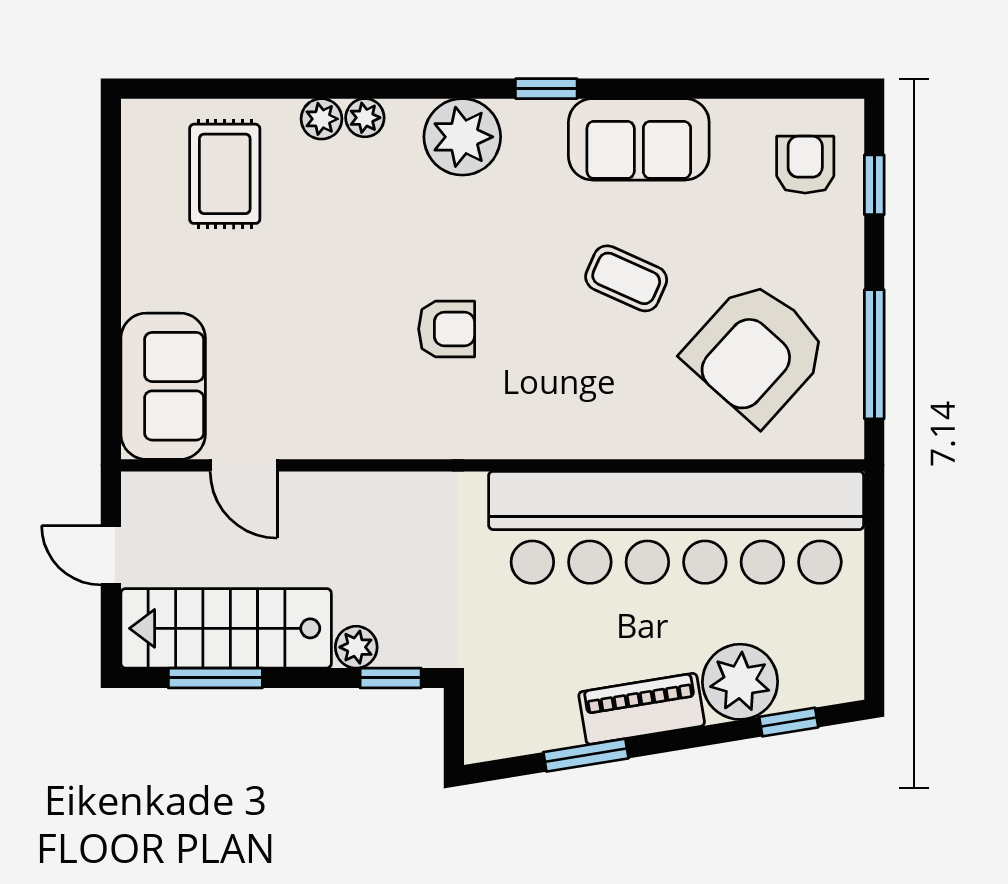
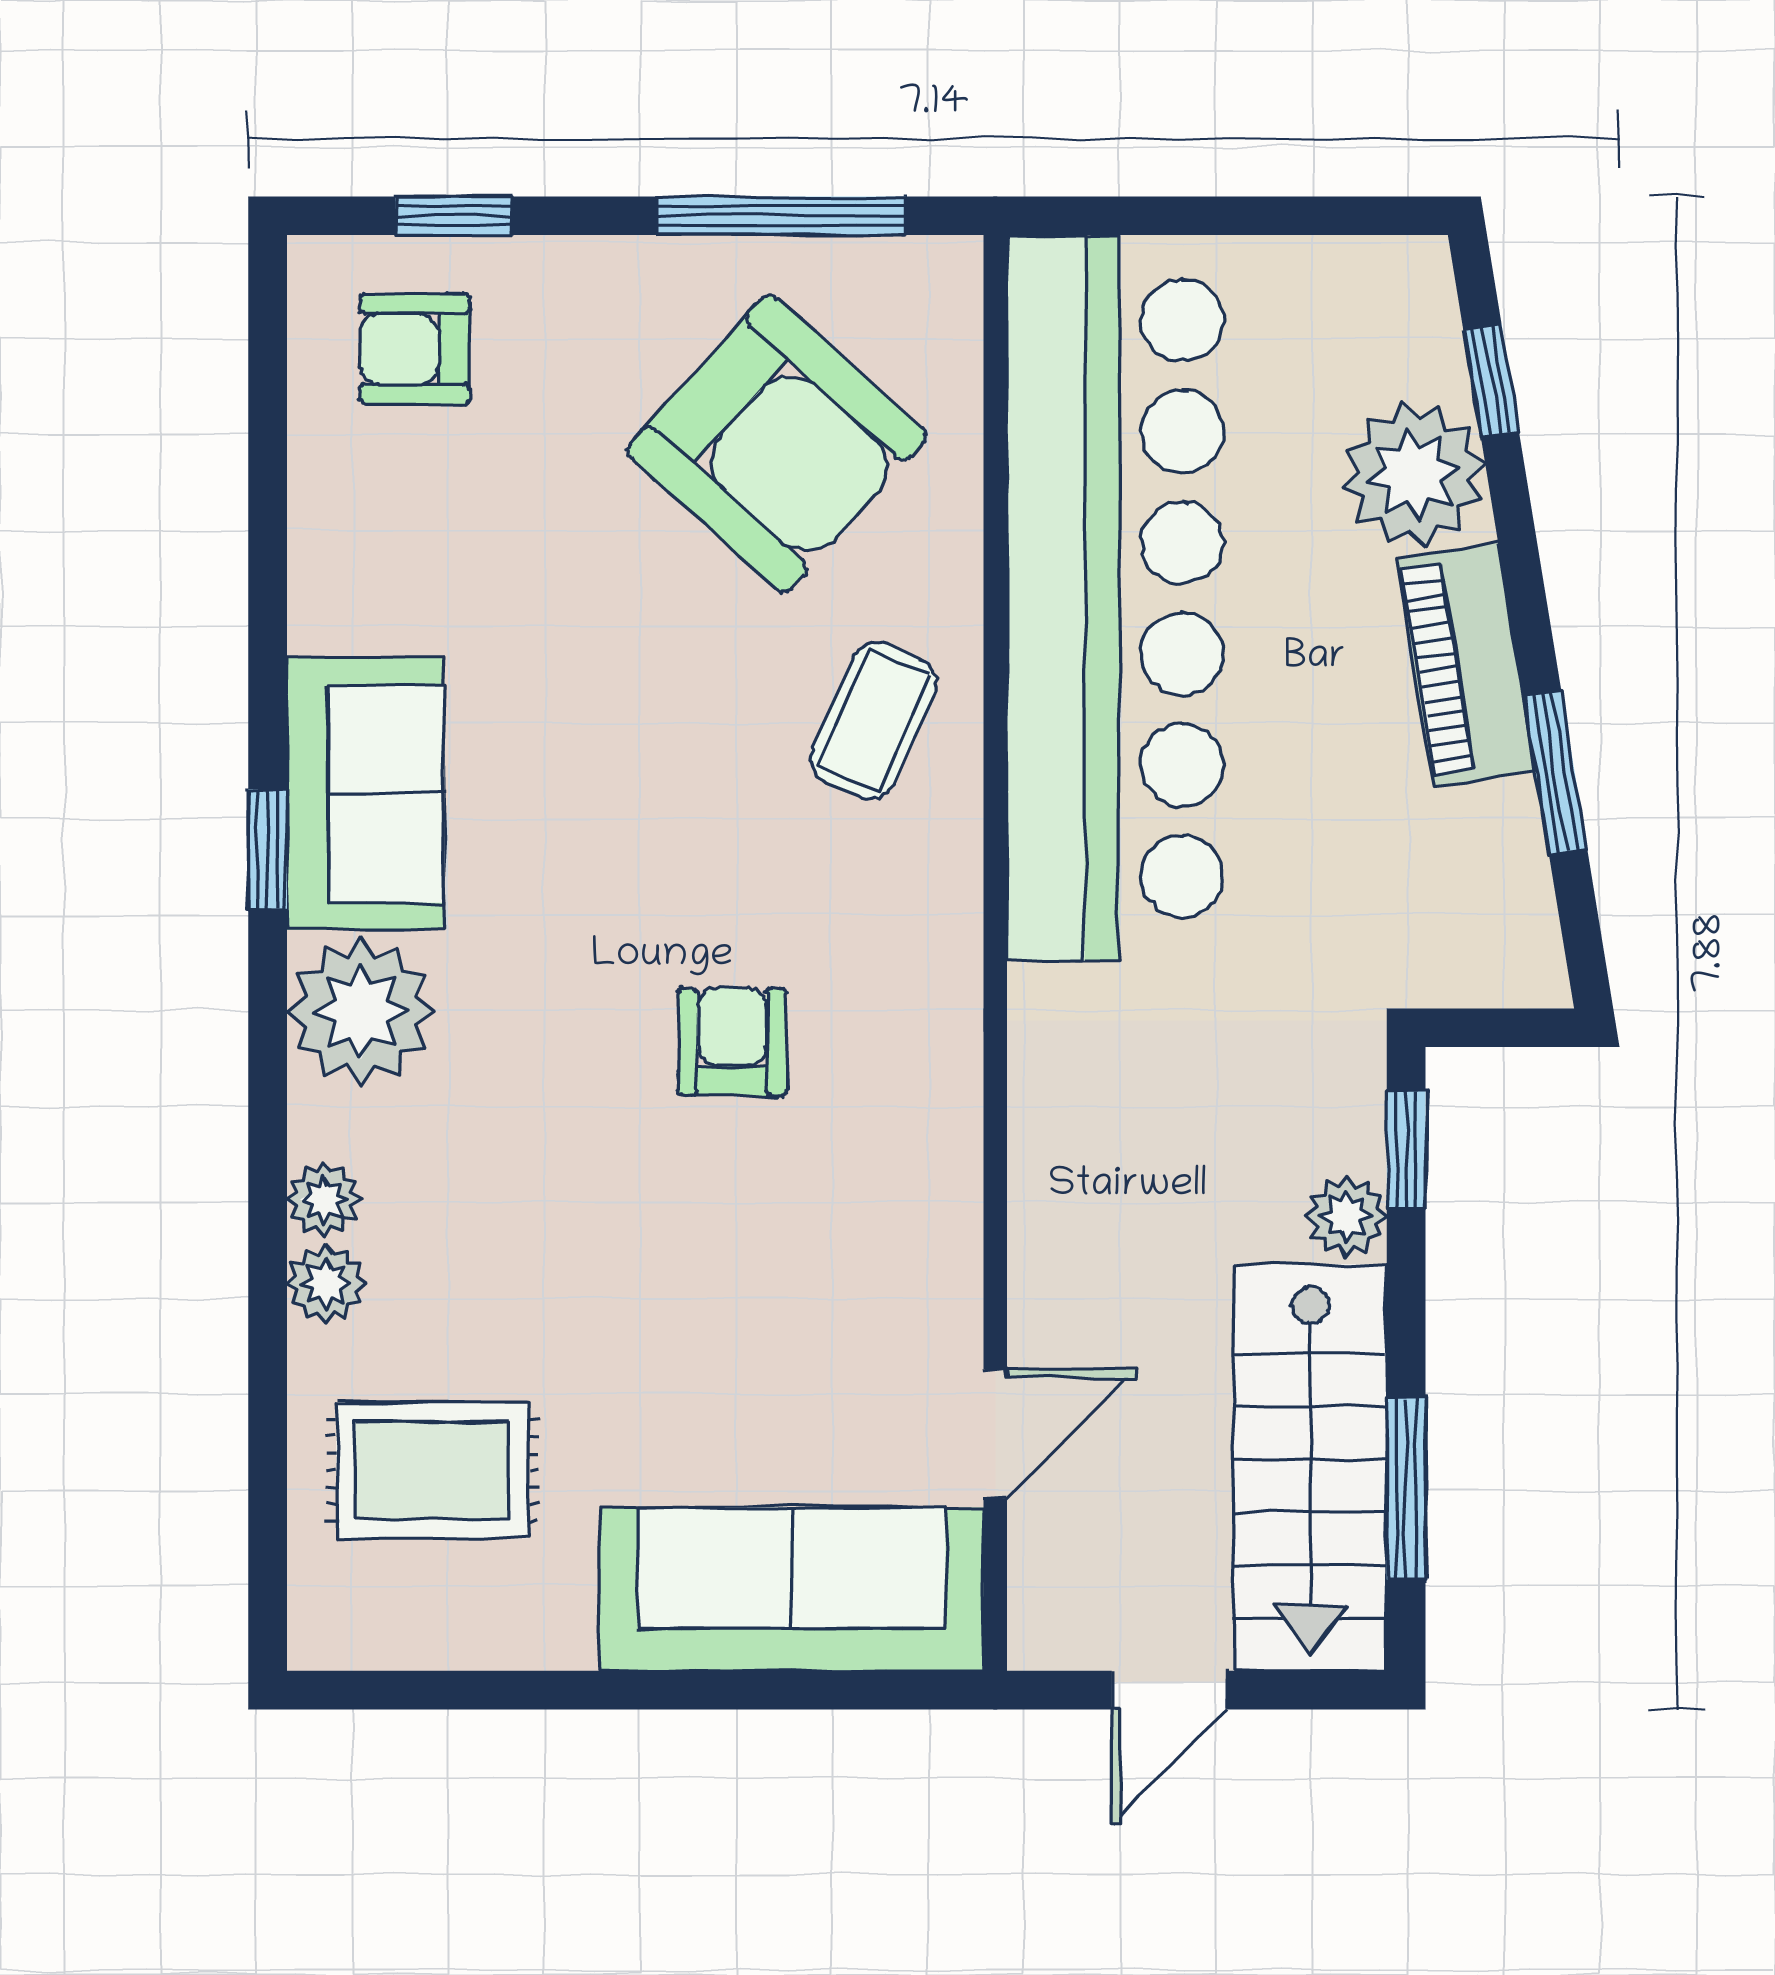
sofa: (639, 139) -> (366, 794), moved
coffee table: (626, 278) -> (873, 721), moved
sofa: (163, 386) -> (792, 1589), width x1.36

